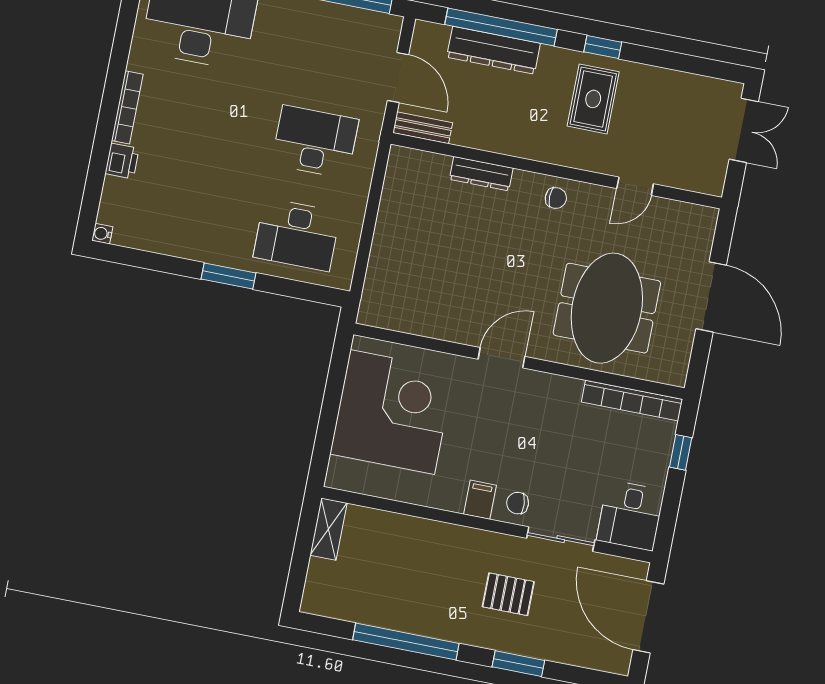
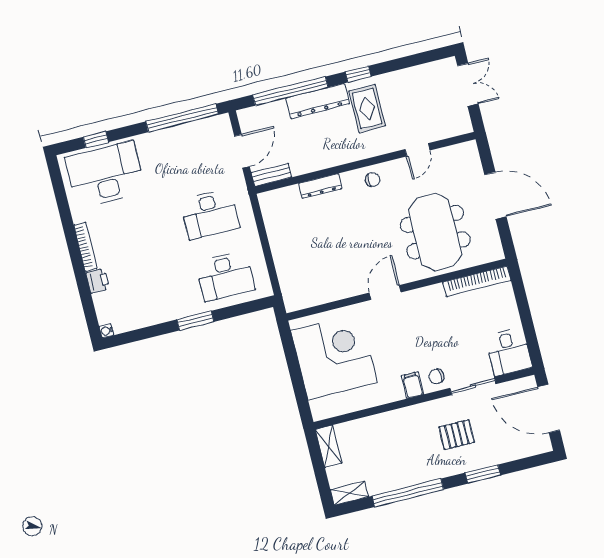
dresser: (493, 50) -> (318, 101), moved
door: (398, 77) -> (242, 151), hinge flipped
desk: (315, 142) -> (210, 214), turned 180
window: (681, 452) -> (521, 299), removed
shelving: (327, 605) -> (349, 493), added

